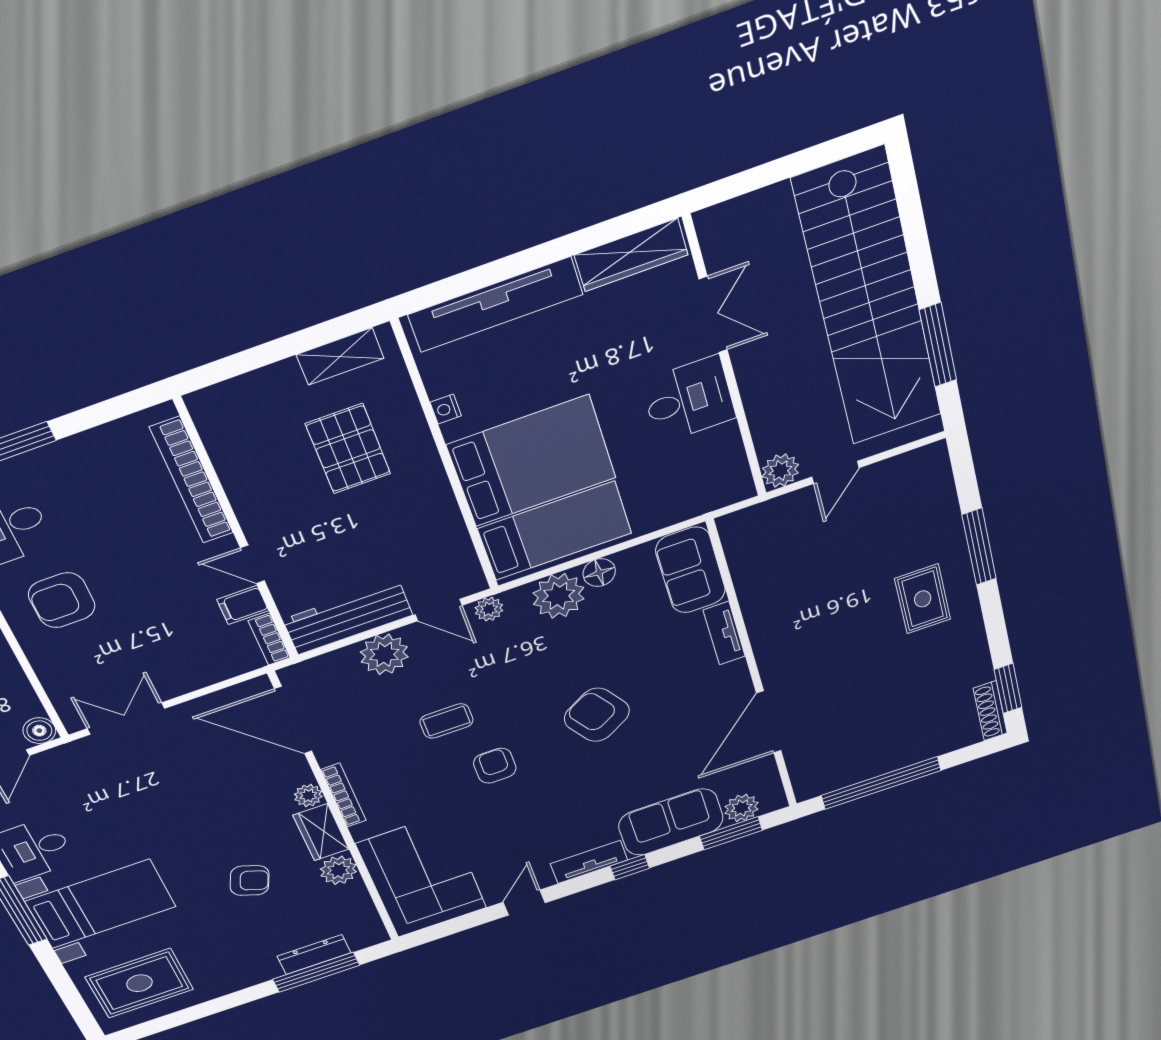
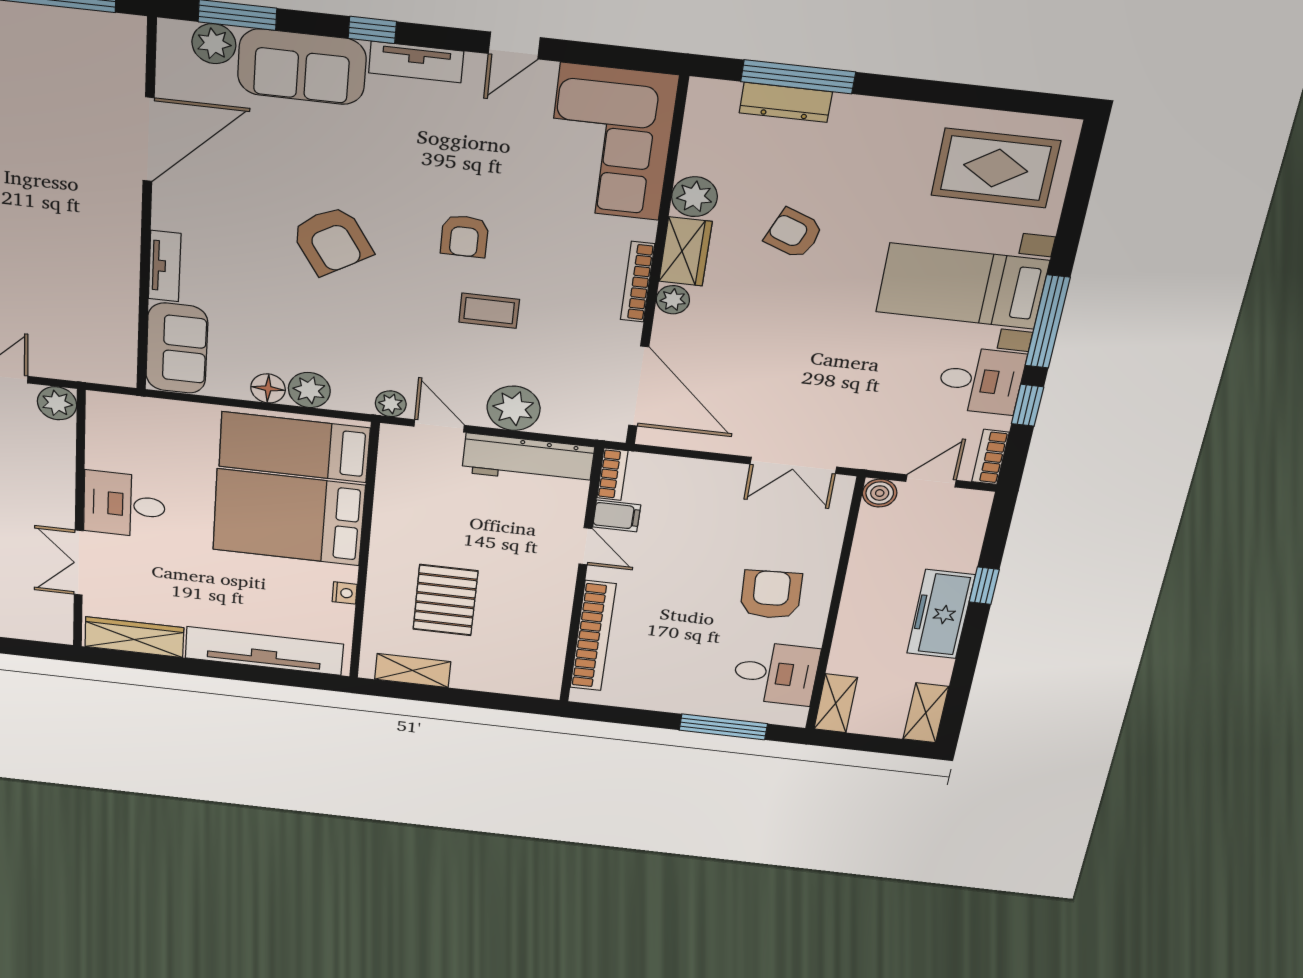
plant: (559, 596) -> (309, 390), width x0.73, depth x0.73
armchair: (62, 600) -> (771, 595), turned -93

